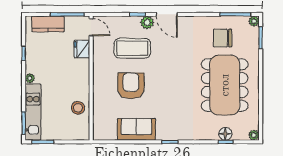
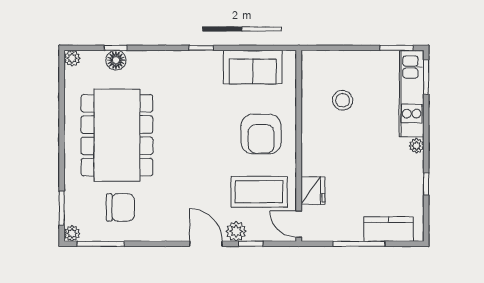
door: (91, 27) -> (299, 224), moved
fridge: (82, 49) -> (313, 191), moved
wall: (91, 78) -> (299, 146), moved

